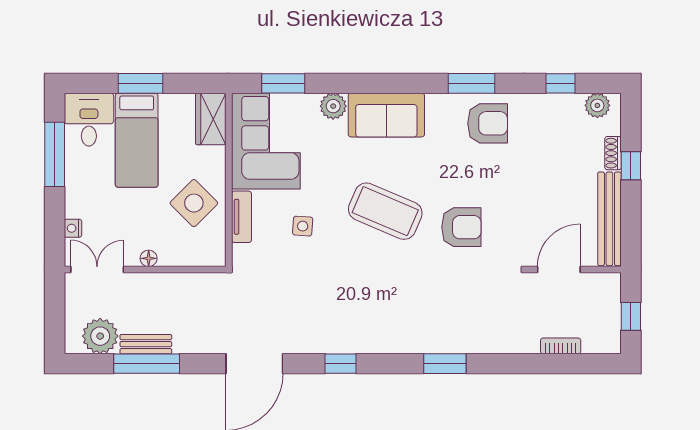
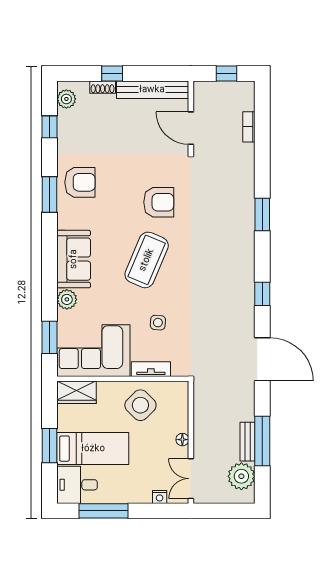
armchair: (488, 123) -> (80, 182), turned 90
armchair: (461, 227) -> (159, 202), turned 90

